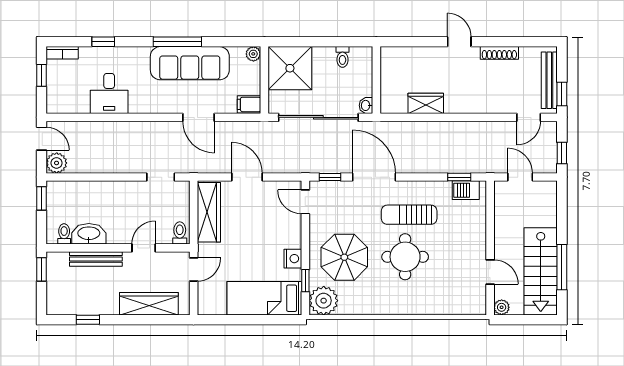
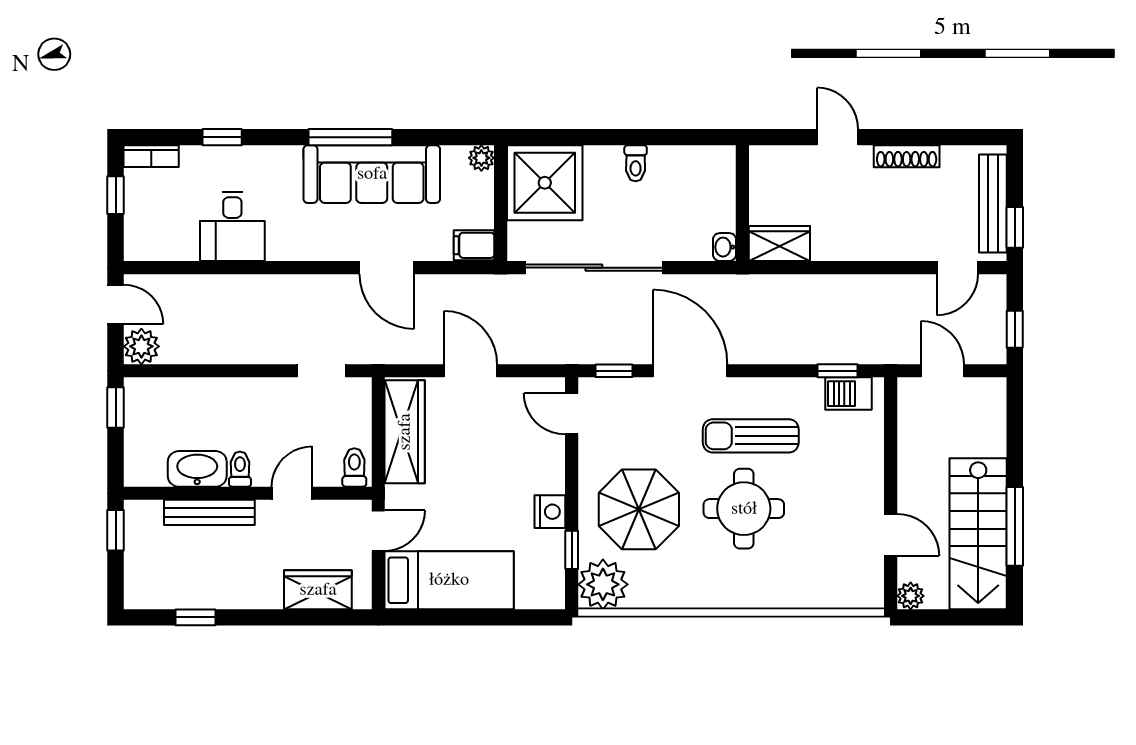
wall: (376, 80) -> (742, 203), moved
washbasin: (366, 105) -> (725, 247), moved
toilet: (64, 234) -> (240, 469), moved
bed: (264, 298) -> (449, 580), moved, turned 180
wardrobe: (149, 304) -> (318, 590), width x0.67

